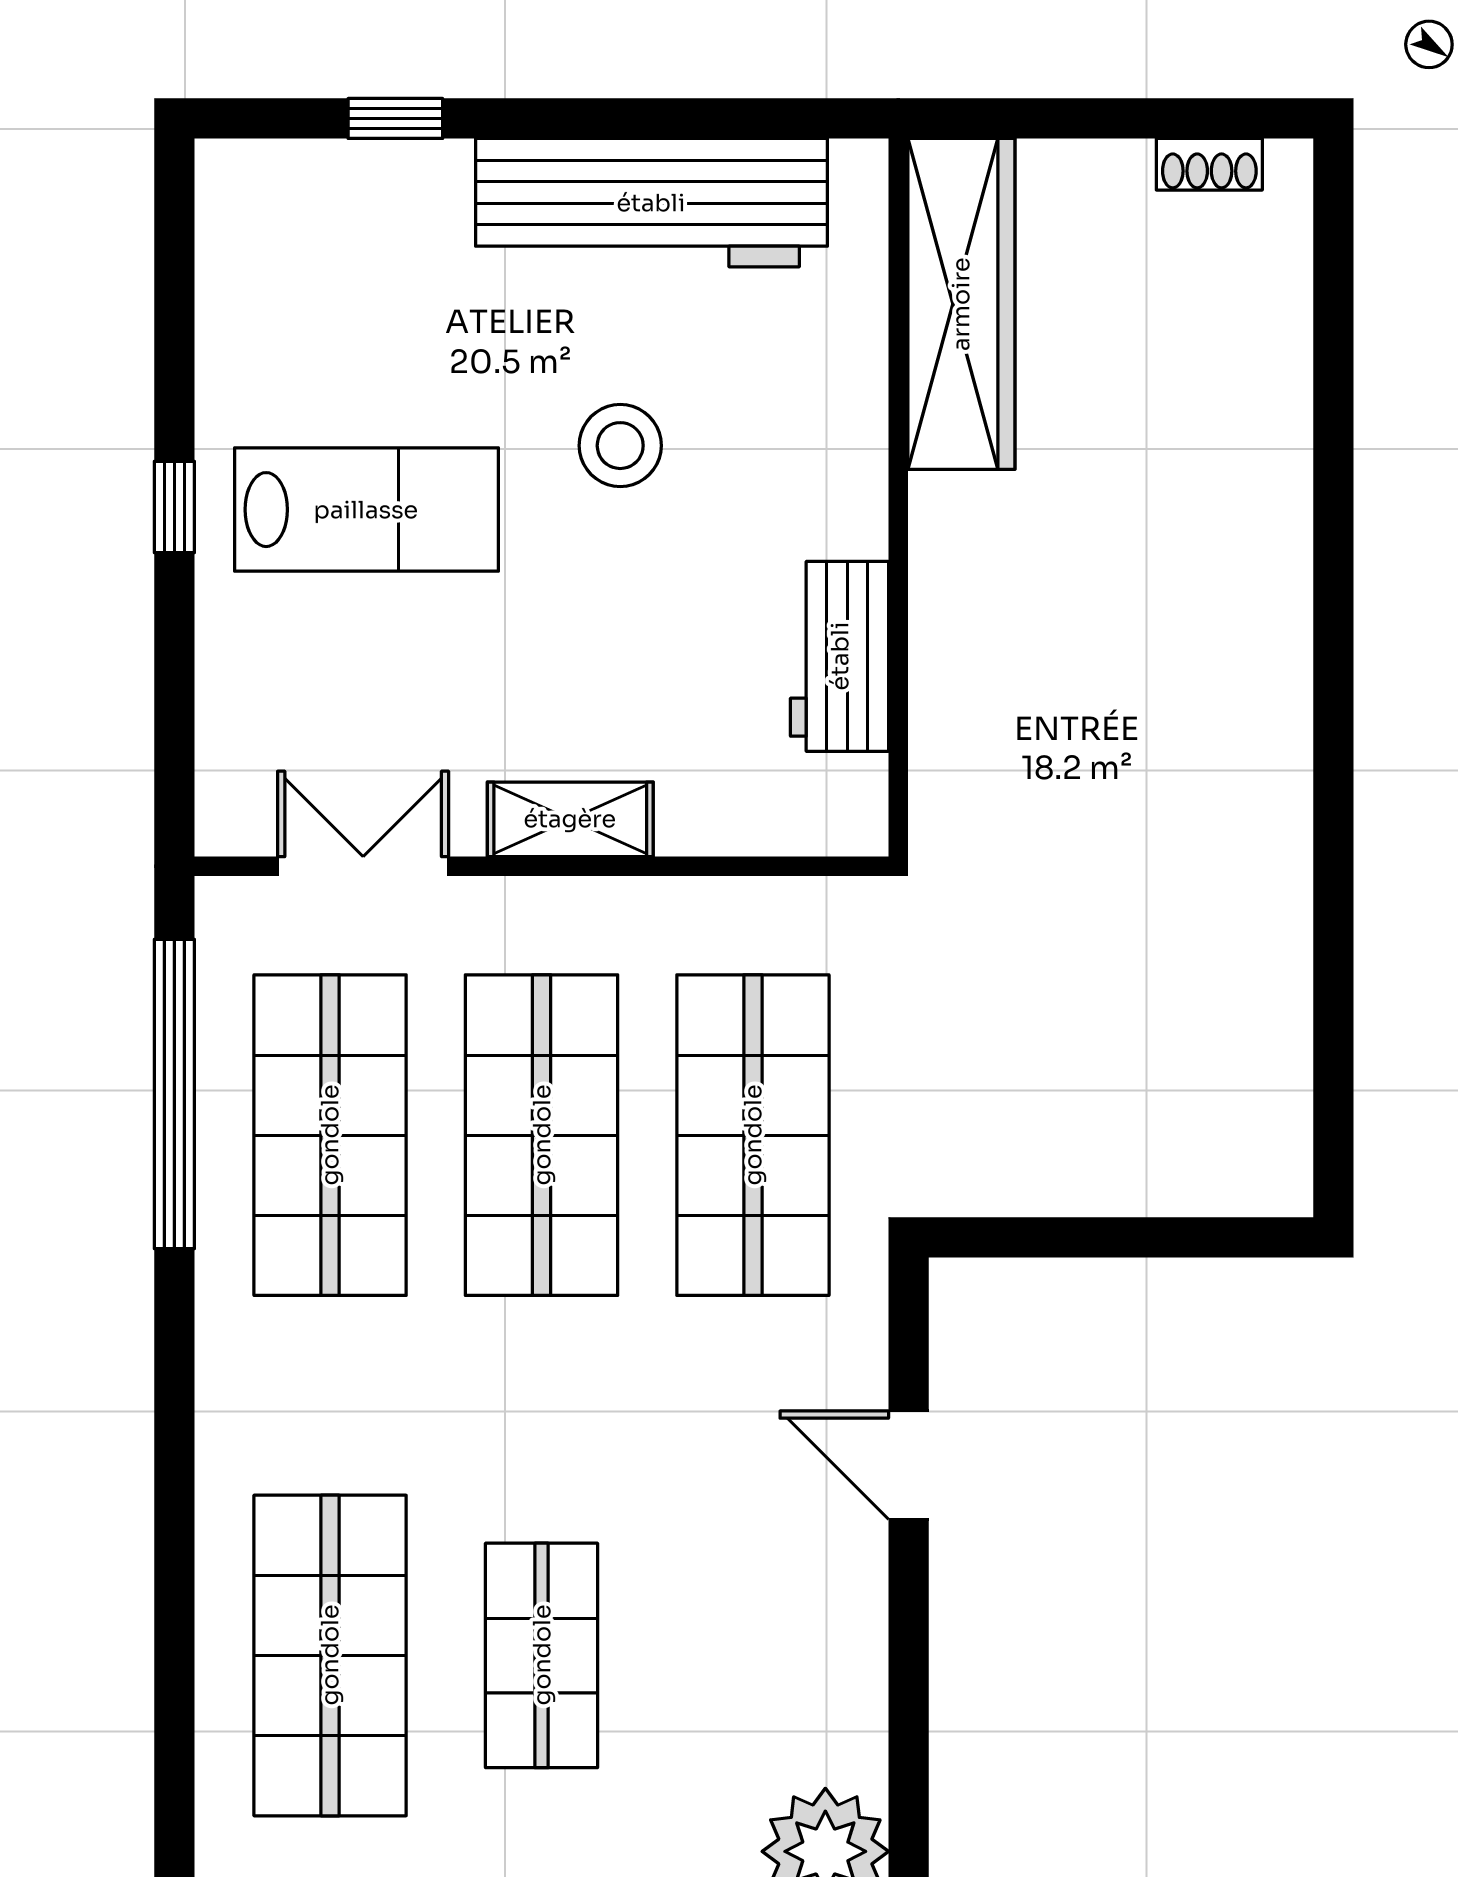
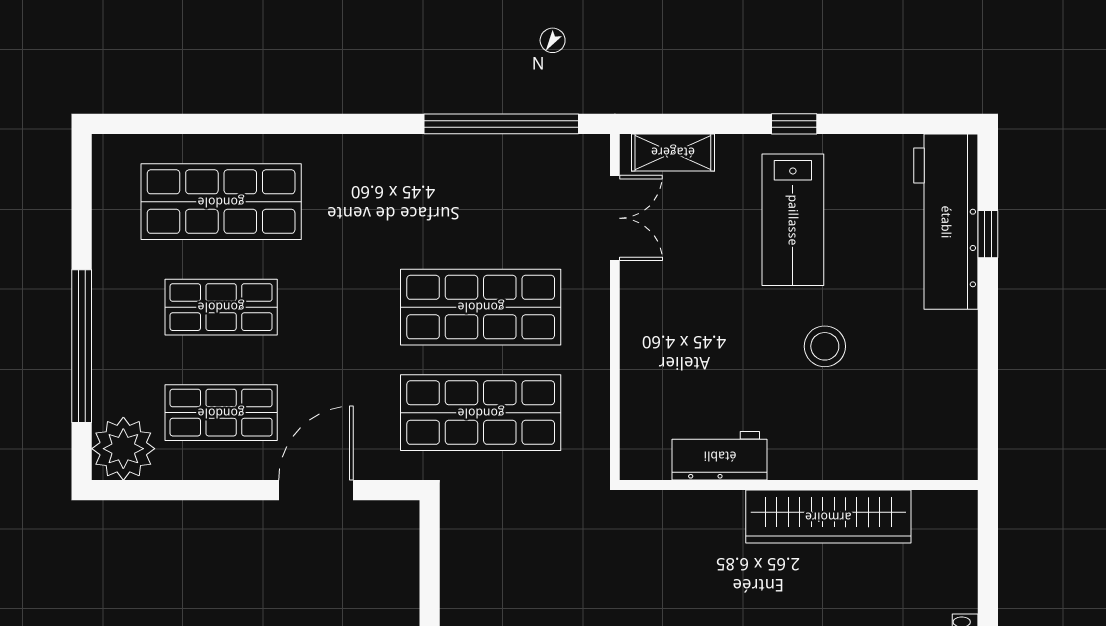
workbench: (651, 203) -> (946, 222), moved
wardrobe: (961, 304) -> (828, 517), moved
shelving: (570, 819) -> (673, 152), moved, turned 90
shop shelf: (330, 1135) -> (221, 413), moved, width x0.70, depth x0.74
door: (909, 1465) -> (316, 490), width x1.38

